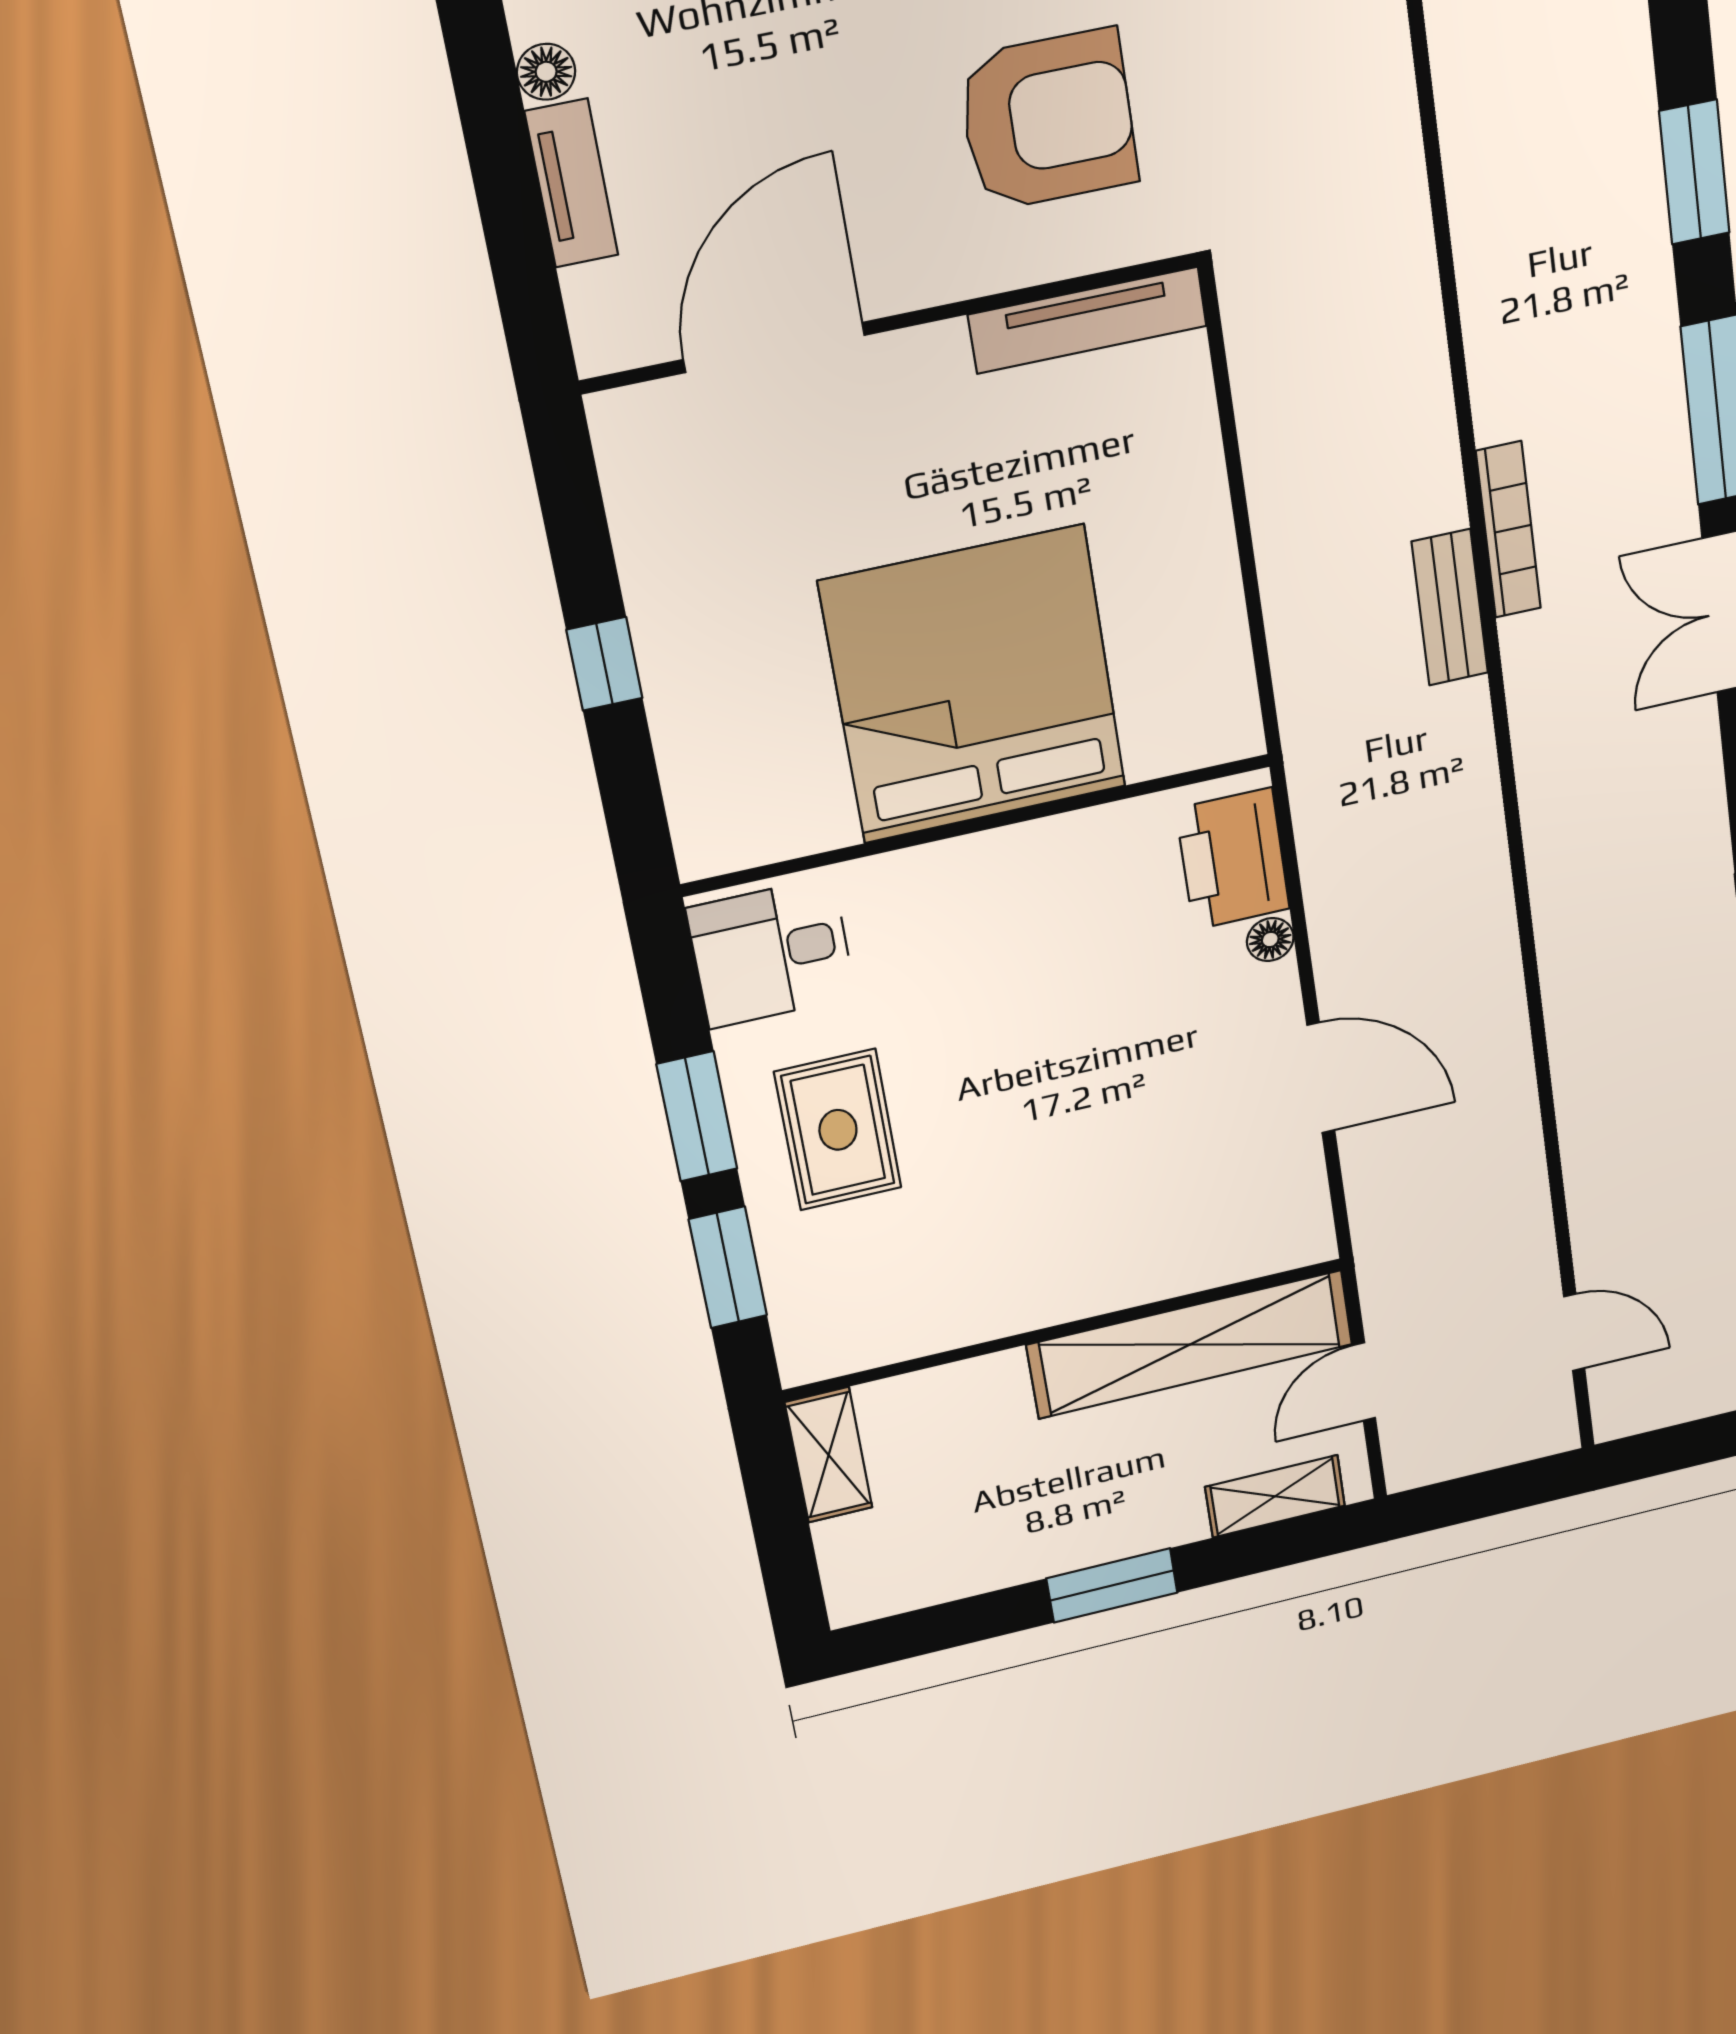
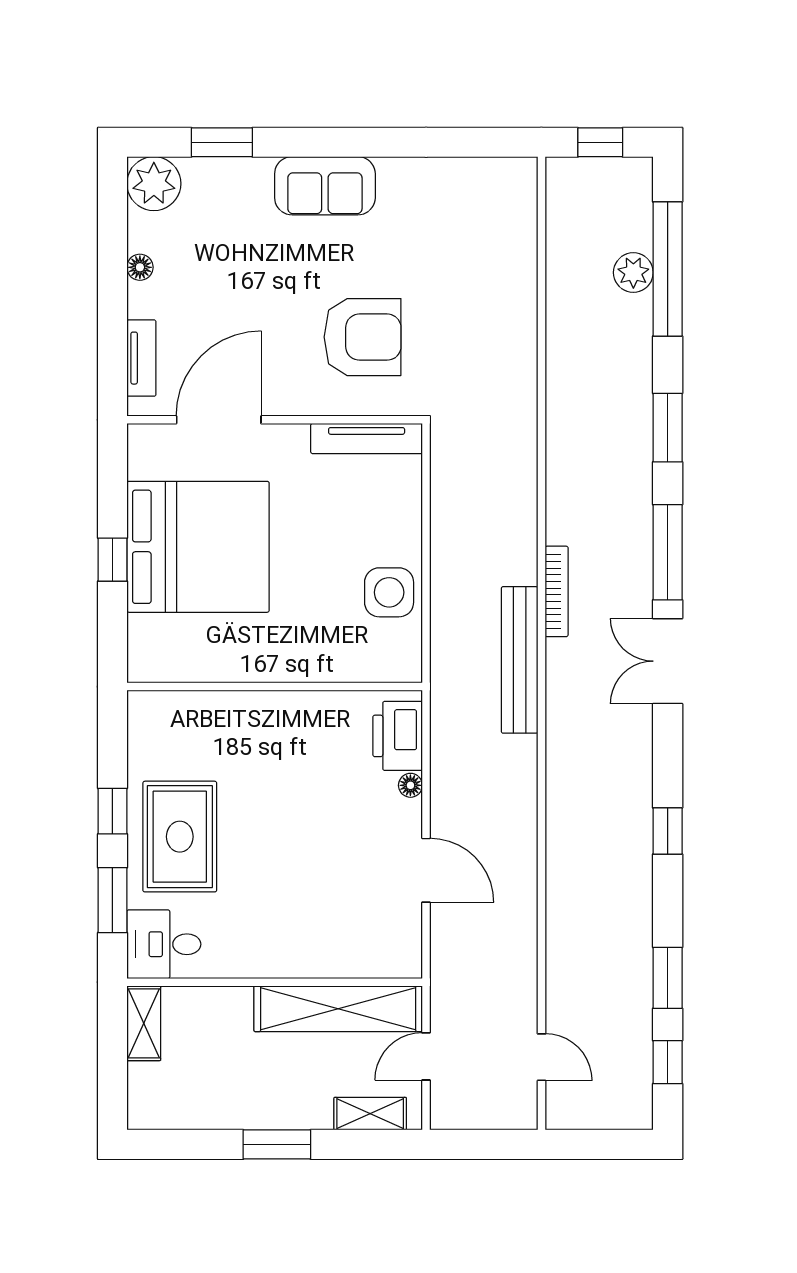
tv unit: (572, 183) -> (141, 358), moved
side table: (1178, 603) -> (389, 592), added
bench: (1450, 607) -> (520, 660), width x1.86, depth x1.21
bed: (973, 685) -> (198, 547), moved, turned 90
desk: (771, 953) -> (164, 944), moved
window: (697, 1116) -> (112, 811), width x0.67
rug: (838, 1130) -> (180, 837), width x1.36, depth x1.43

